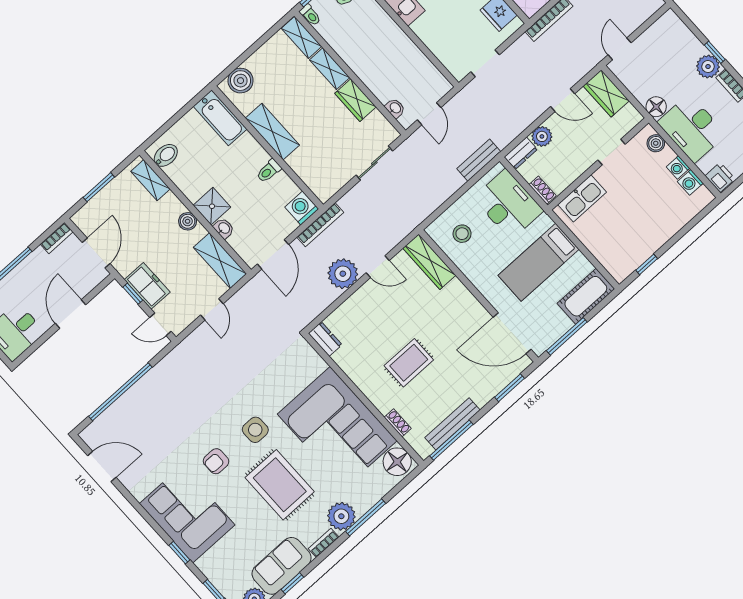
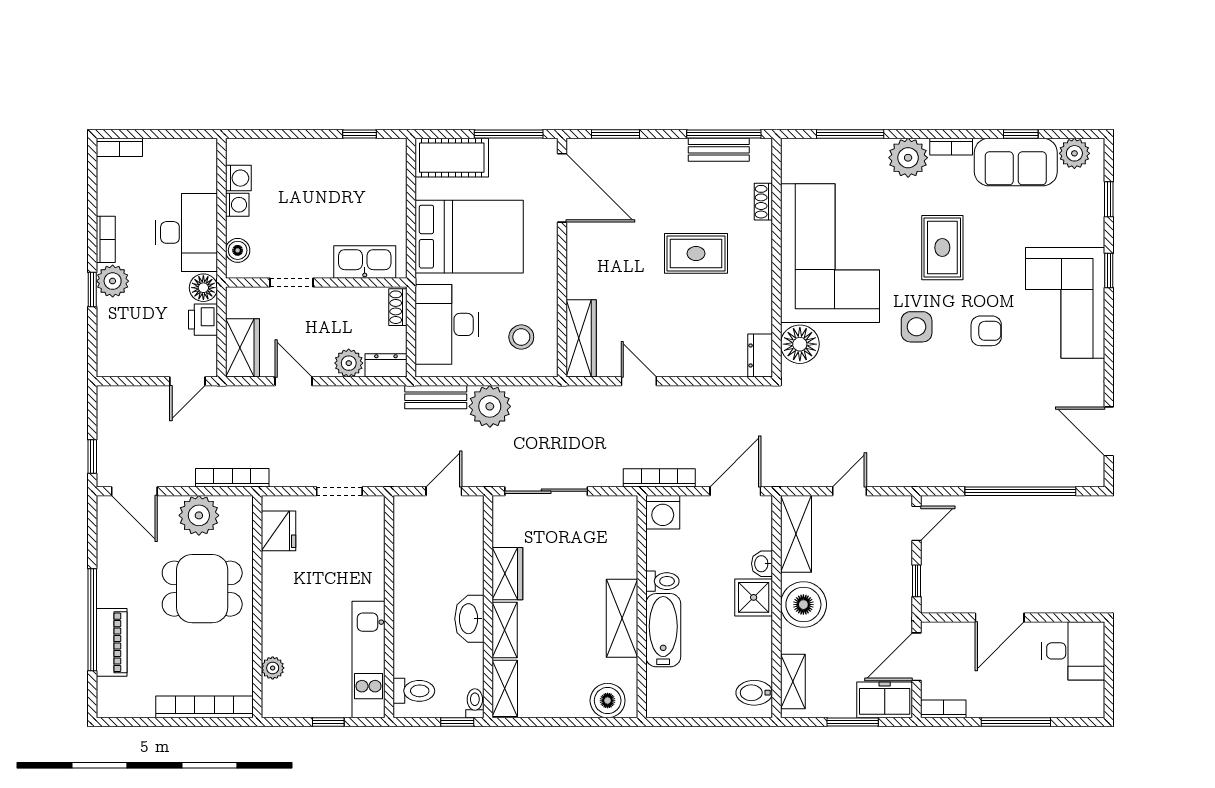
washbasin: (395, 108) -> (469, 619), moved, width x1.91, depth x1.45
bathtub: (220, 118) -> (663, 630), moved
sliding door: (374, 163) -> (546, 491), width x1.37
printer: (720, 177) -> (203, 320), moved
boiler: (188, 221) -> (803, 605), width x1.86, depth x1.86
bed: (538, 262) -> (469, 237), width x1.50
plant: (343, 274) -> (490, 406), moved
freezer: (147, 286) -> (885, 700), moved, turned 90
door: (160, 324) -> (917, 523), hinge flipped
bench: (452, 424) -> (719, 150), width x0.73
floor lamp: (397, 462) -> (800, 344), moved
rug: (280, 485) -> (942, 248), width x0.73, depth x0.70
window: (366, 517) -> (850, 134), moved

